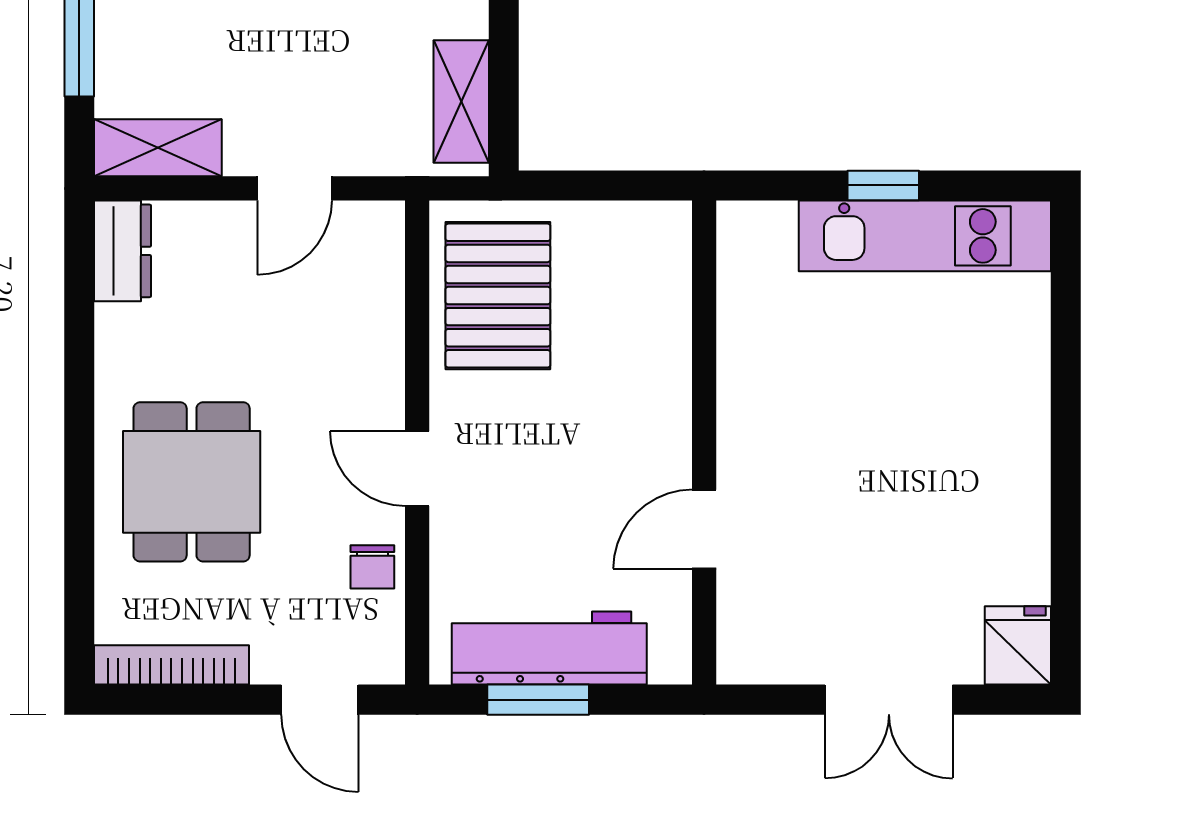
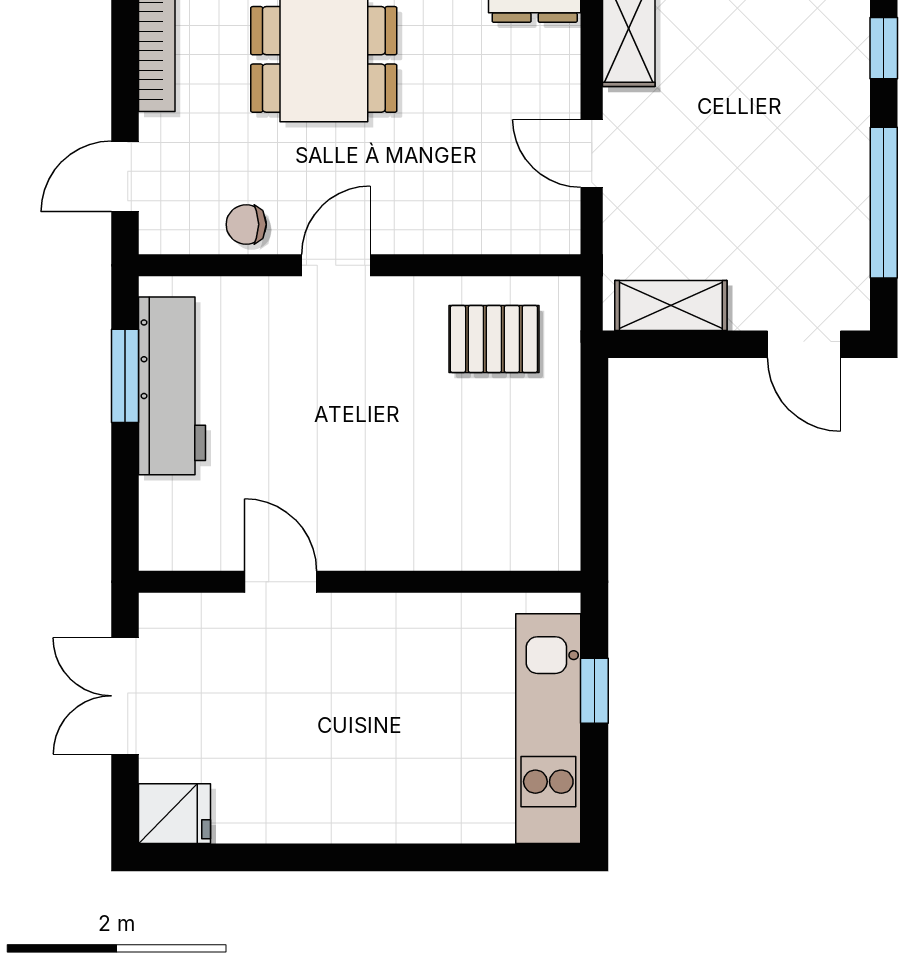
pallet: (498, 296) -> (494, 339), width x0.67, depth x0.71
wall: (704, 443) -> (360, 582), moved
door: (704, 529) -> (281, 582), moved

